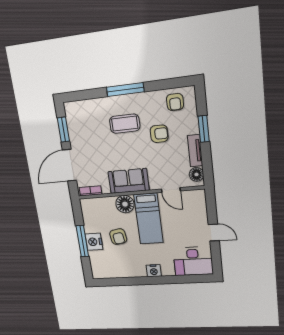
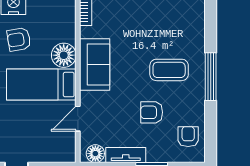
armchair: (175, 102) -> (188, 137), turned 90
coffee table: (125, 124) -> (169, 70), turned 90
armchair: (159, 134) -> (152, 112), turned 90

